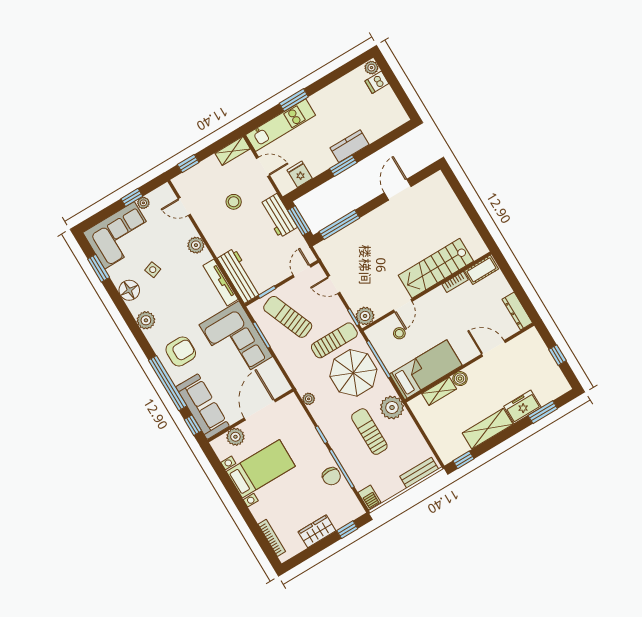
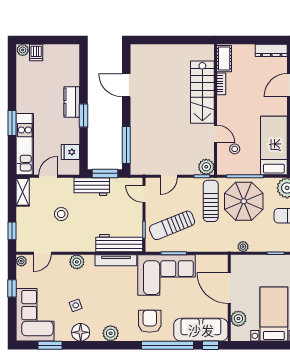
plant: (143, 203) -> (21, 261), moved

